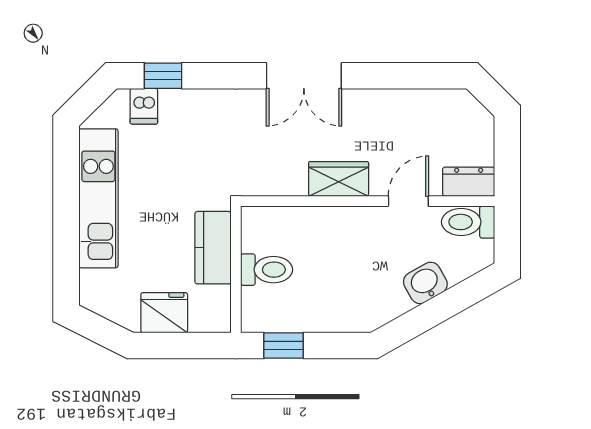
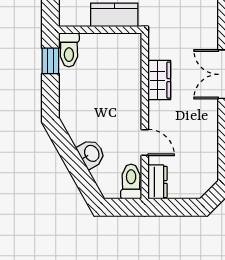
wardrobe: (339, 179) -> (159, 80), moved
toilet: (267, 270) -> (69, 50), moved

